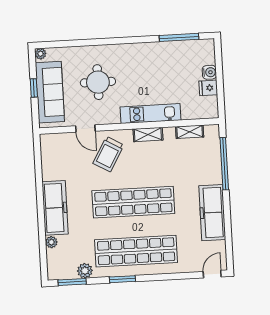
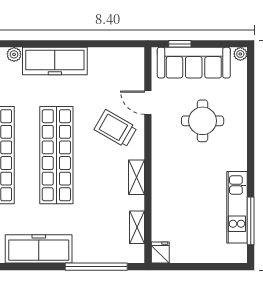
water cooler: (209, 72) -> (207, 255), removed
window: (34, 88) -> (180, 44), moved
fridge: (208, 88) -> (160, 253), moved
kitchen unit: (150, 114) -> (237, 207), moved, turned 180
door: (85, 129) -> (148, 103), hinge flipped

